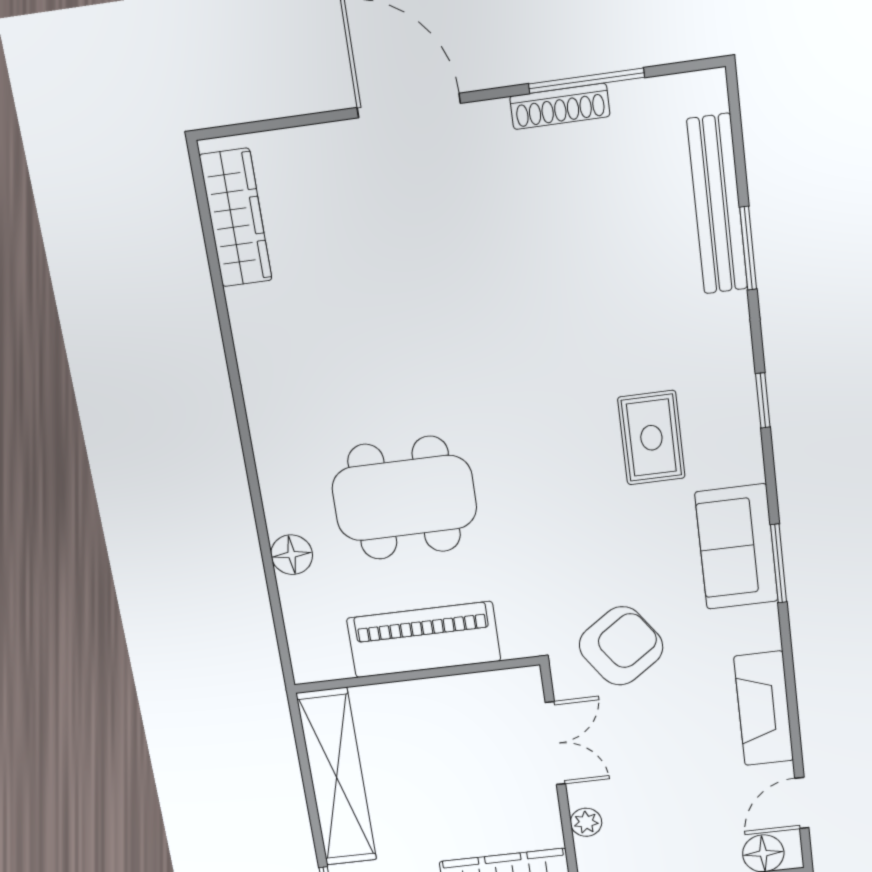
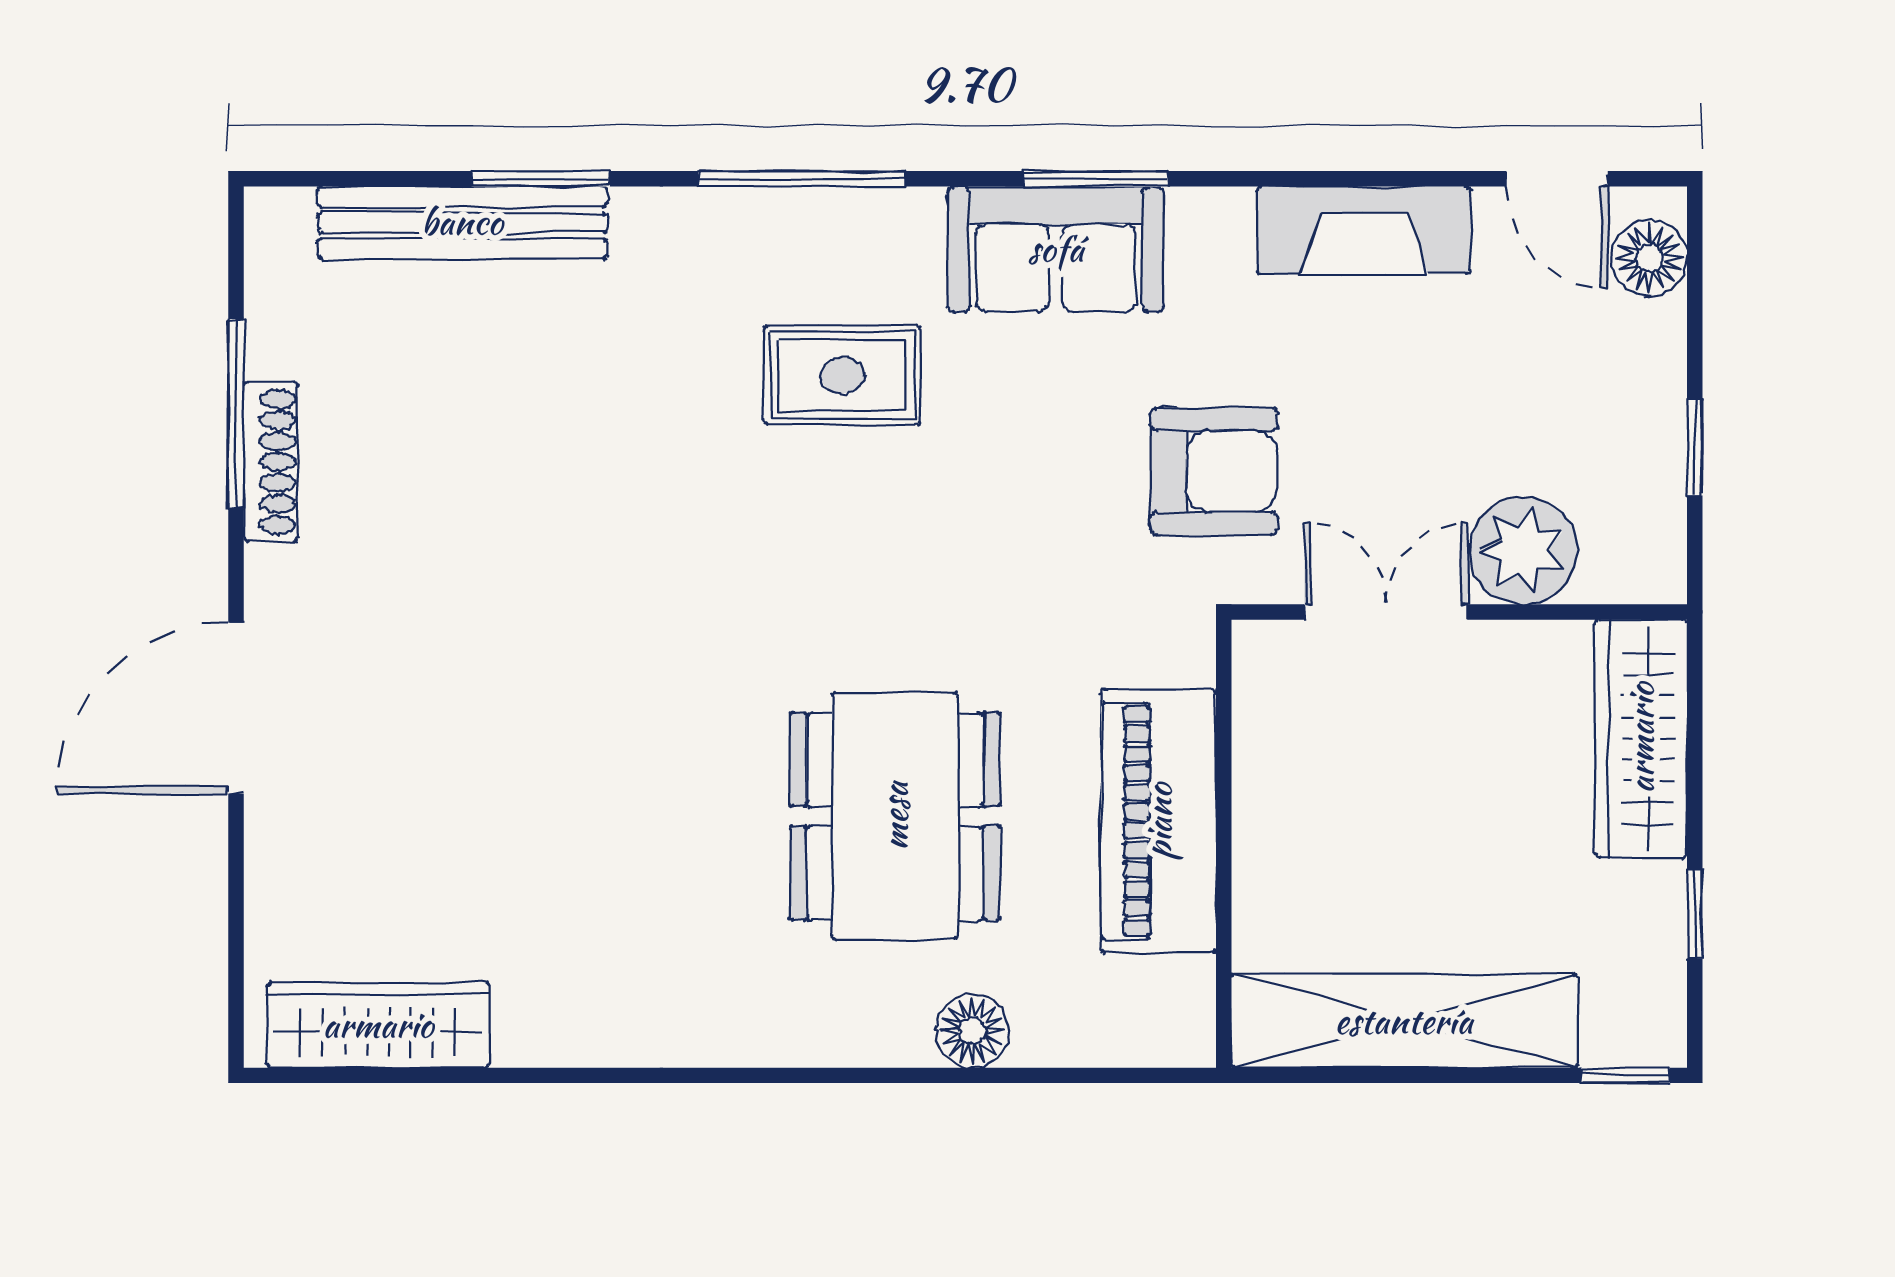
window: (763, 400) -> (802, 179), width x2.17
armchair: (621, 646) -> (1214, 472), turned 125
plant: (586, 822) -> (1523, 551), width x1.88, depth x1.88

